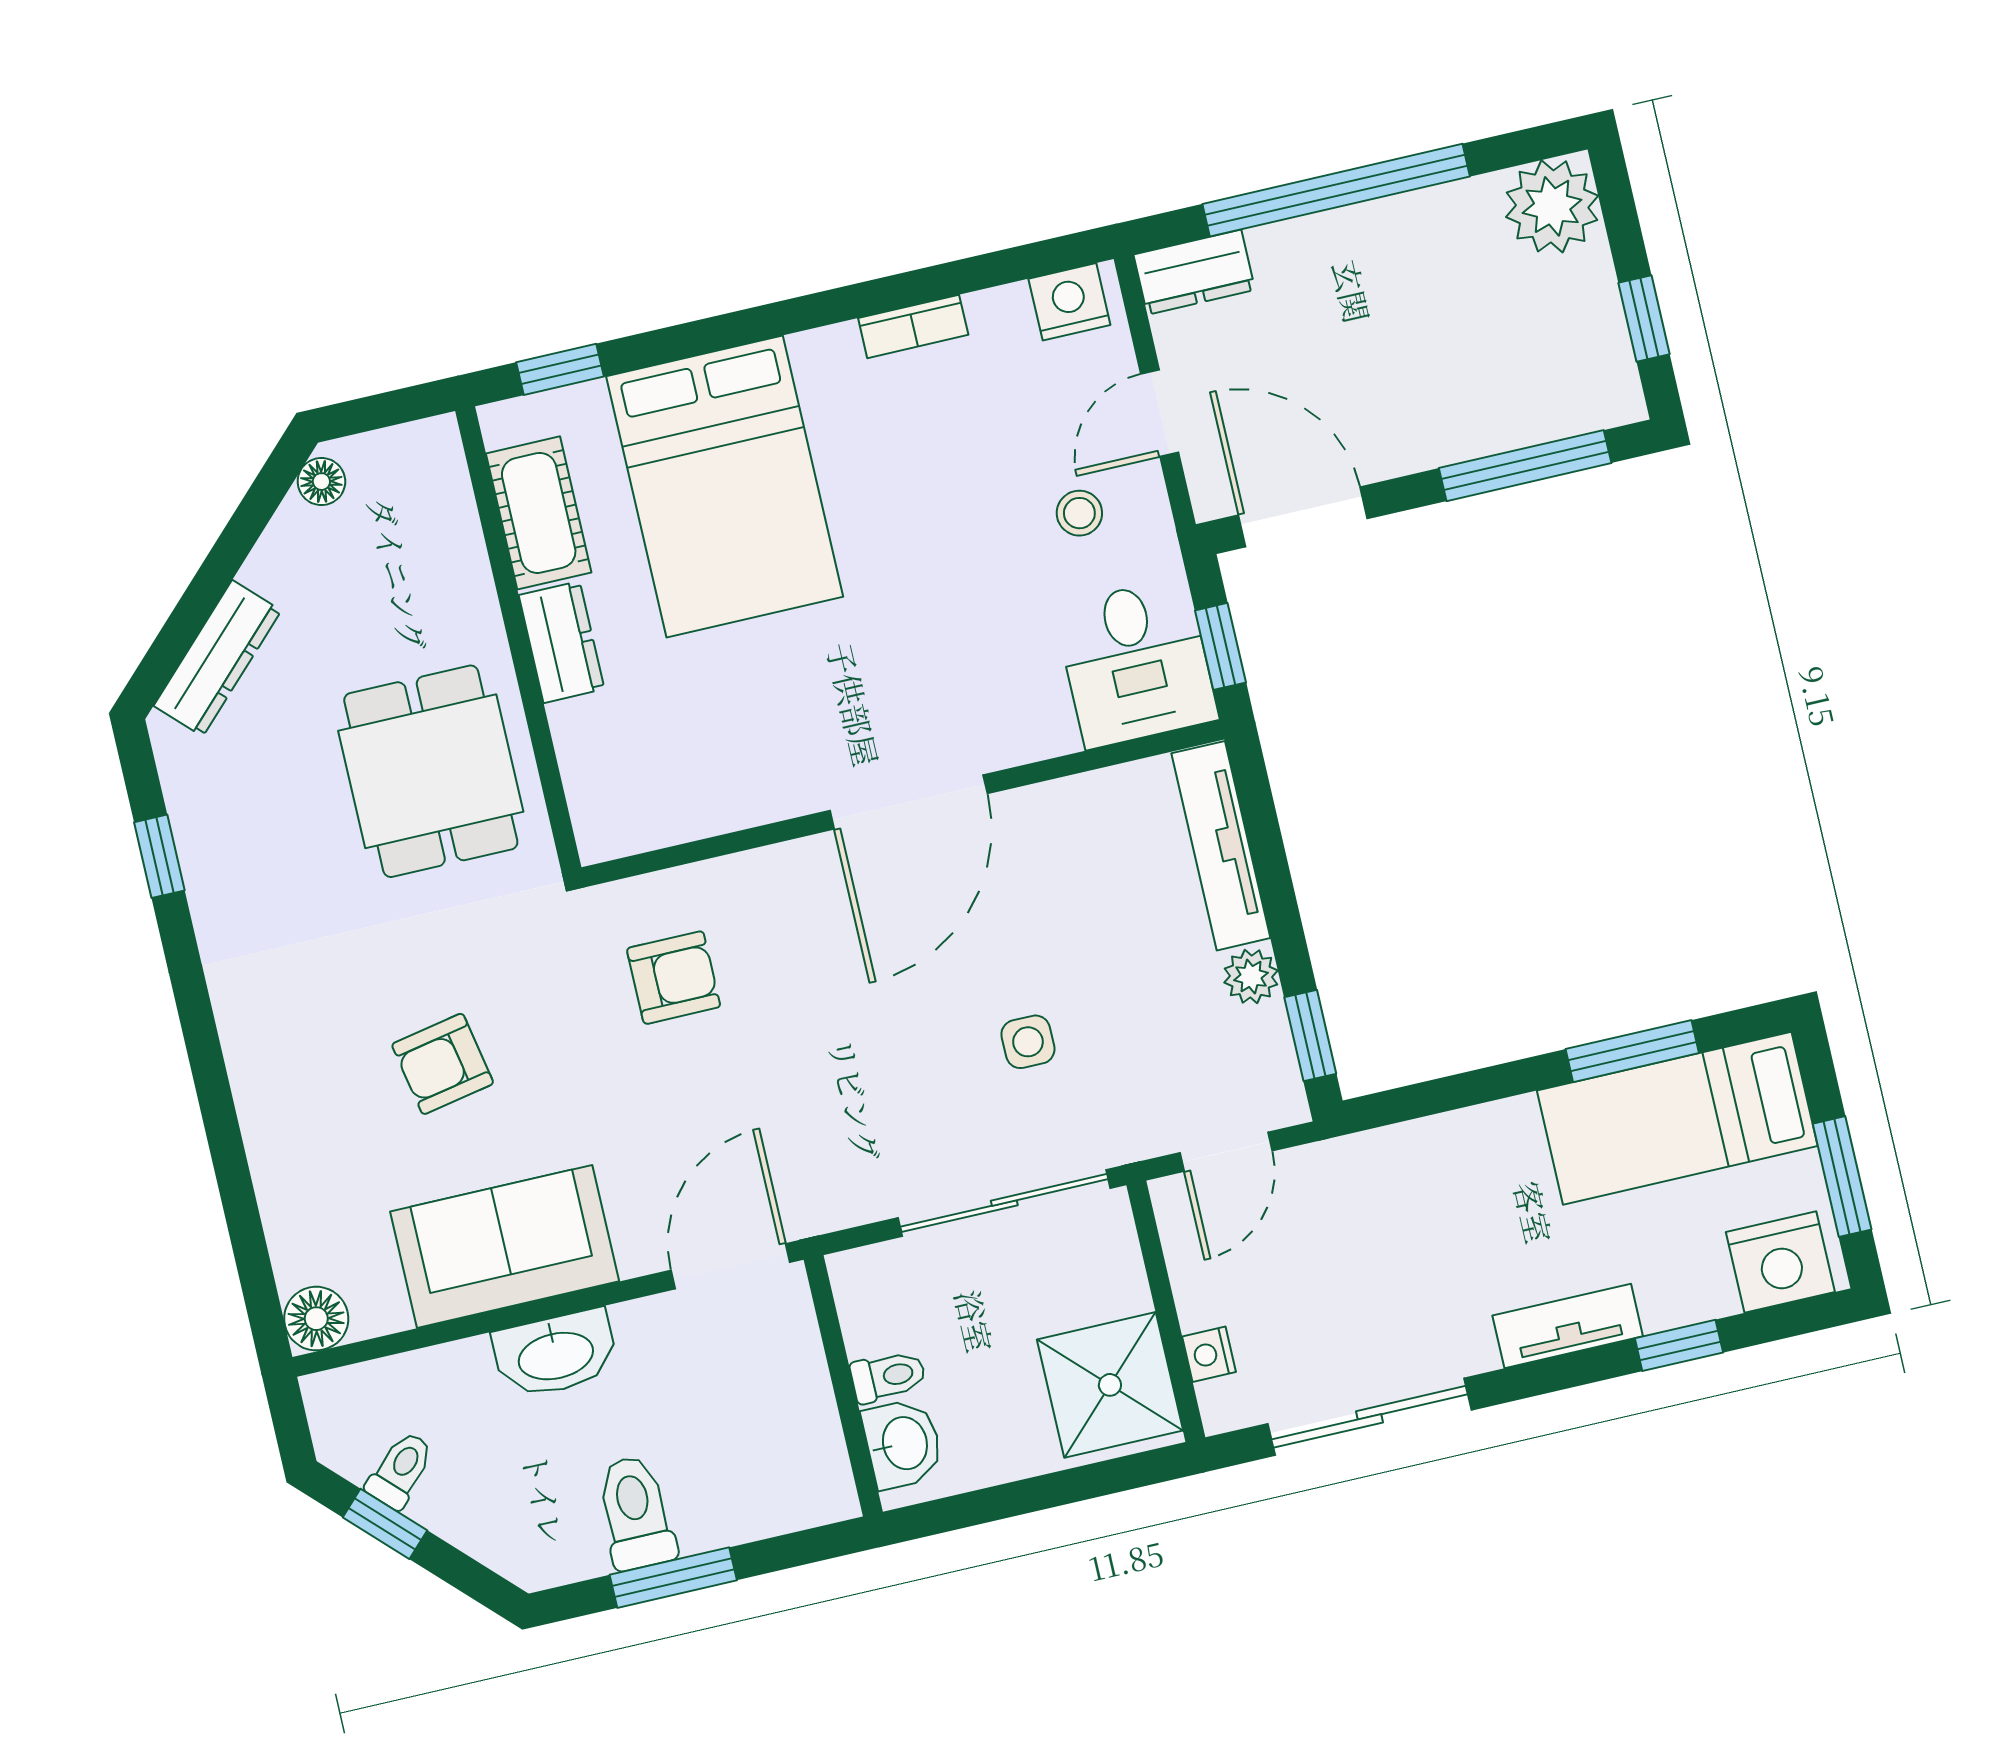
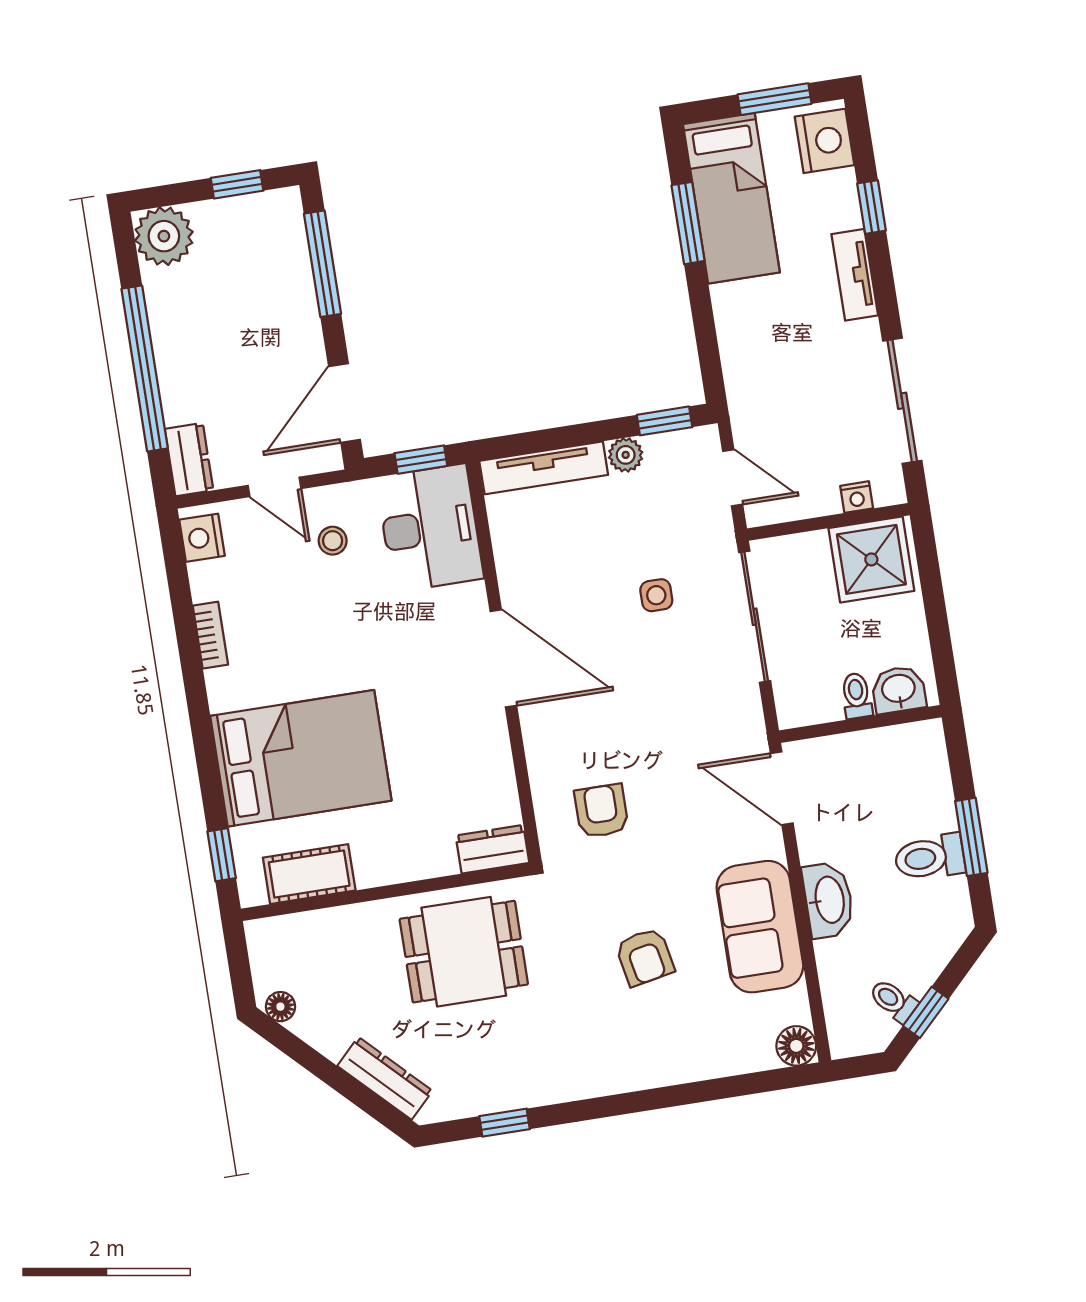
dresser: (562, 642) -> (492, 849), moved
desk: (1136, 663) -> (430, 528), width x1.37

